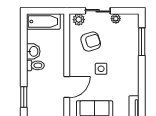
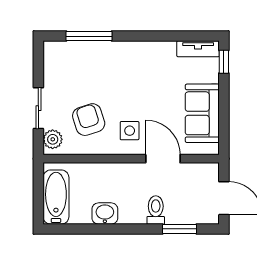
plant: (116, 19) -> (51, 79), removed
toilet: (35, 65) -> (156, 210), moved
side table: (101, 69) -> (130, 131), moved

